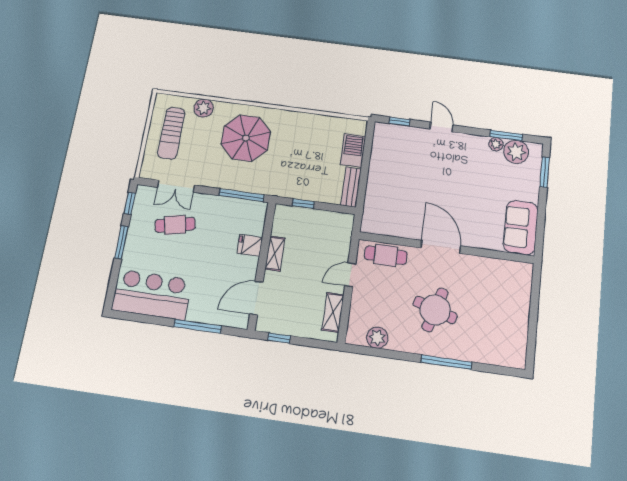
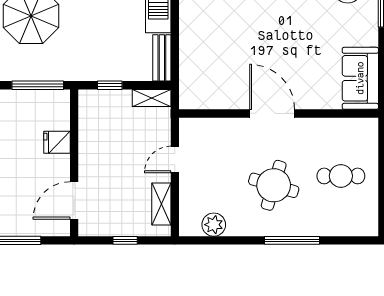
shelving: (275, 254) -> (152, 98), moved, turned 90
cafe table: (386, 255) -> (341, 176), moved
window: (279, 338) -> (125, 240), moved

